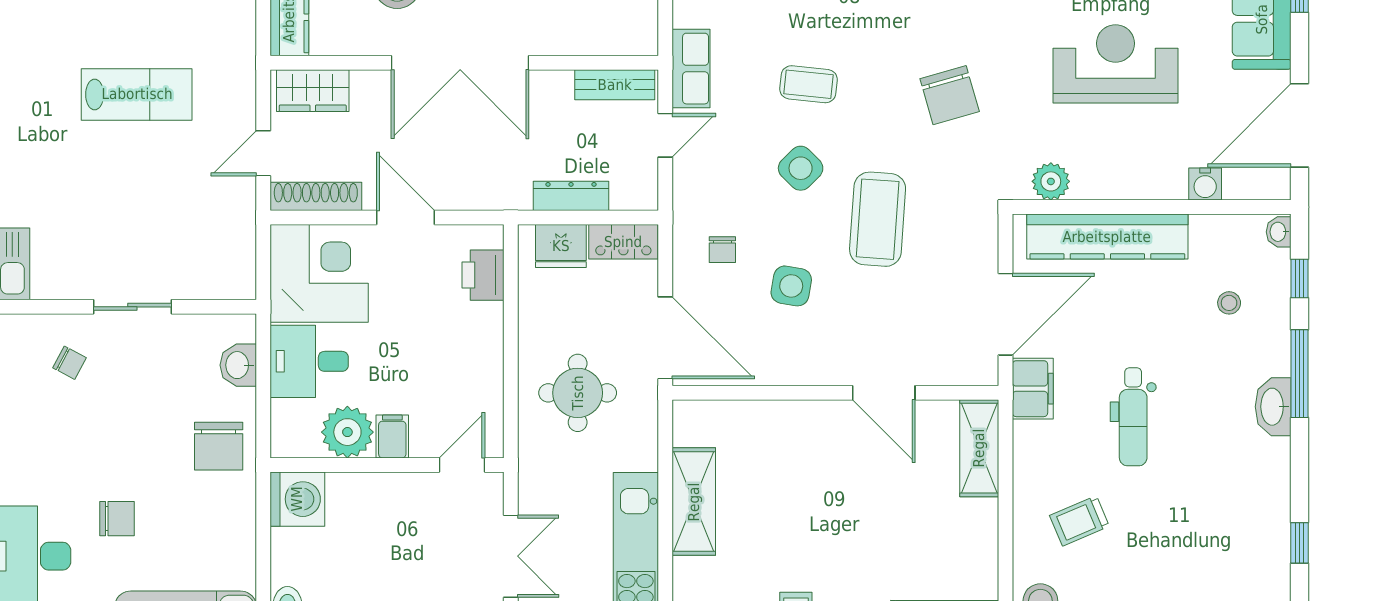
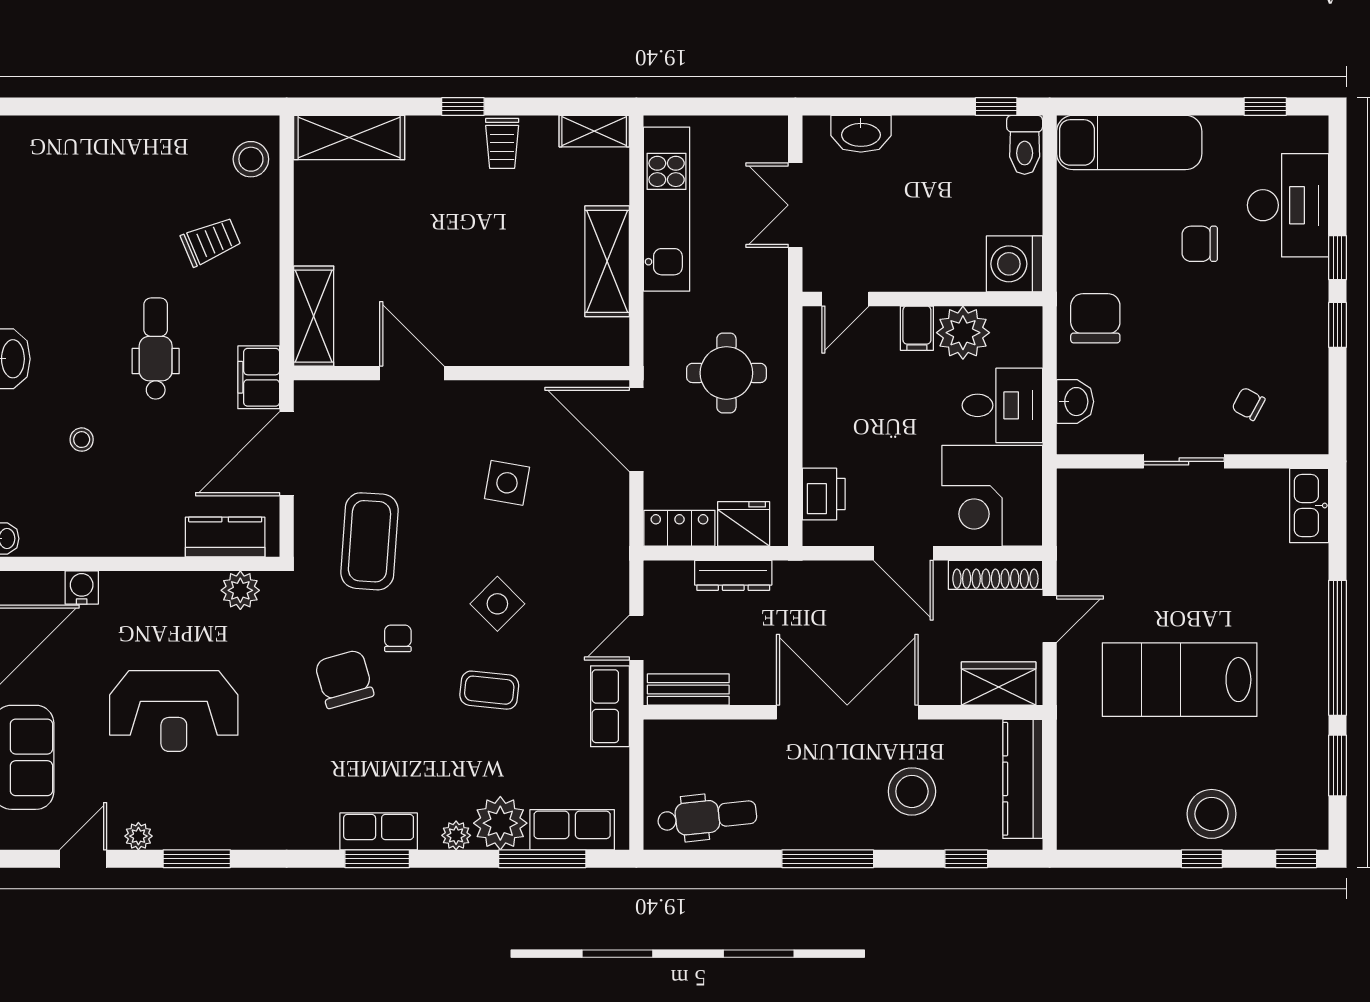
lab bench: (137, 94) -> (1180, 680), width x1.36, depth x1.39
coffee table: (878, 219) -> (369, 541), moved
kitchen counter: (1107, 237) -> (225, 537), width x0.48, depth x0.86
chair: (722, 250) -> (398, 638), moved
stool: (1229, 303) -> (82, 440), moved

